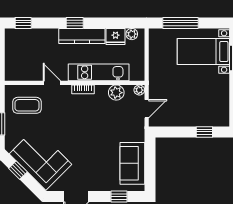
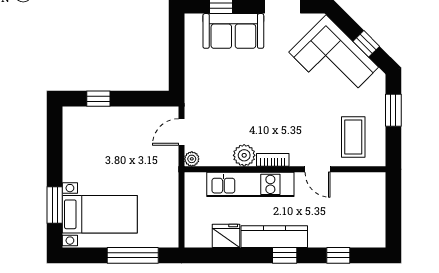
window: (23, 23) -> (338, 255), moved
plant: (132, 34) -> (203, 239), removed
plant: (116, 93) -> (244, 155), moved
coffee table: (27, 105) -> (353, 137), turned 90
sofa: (132, 163) -> (233, 31), moved, turned 90

